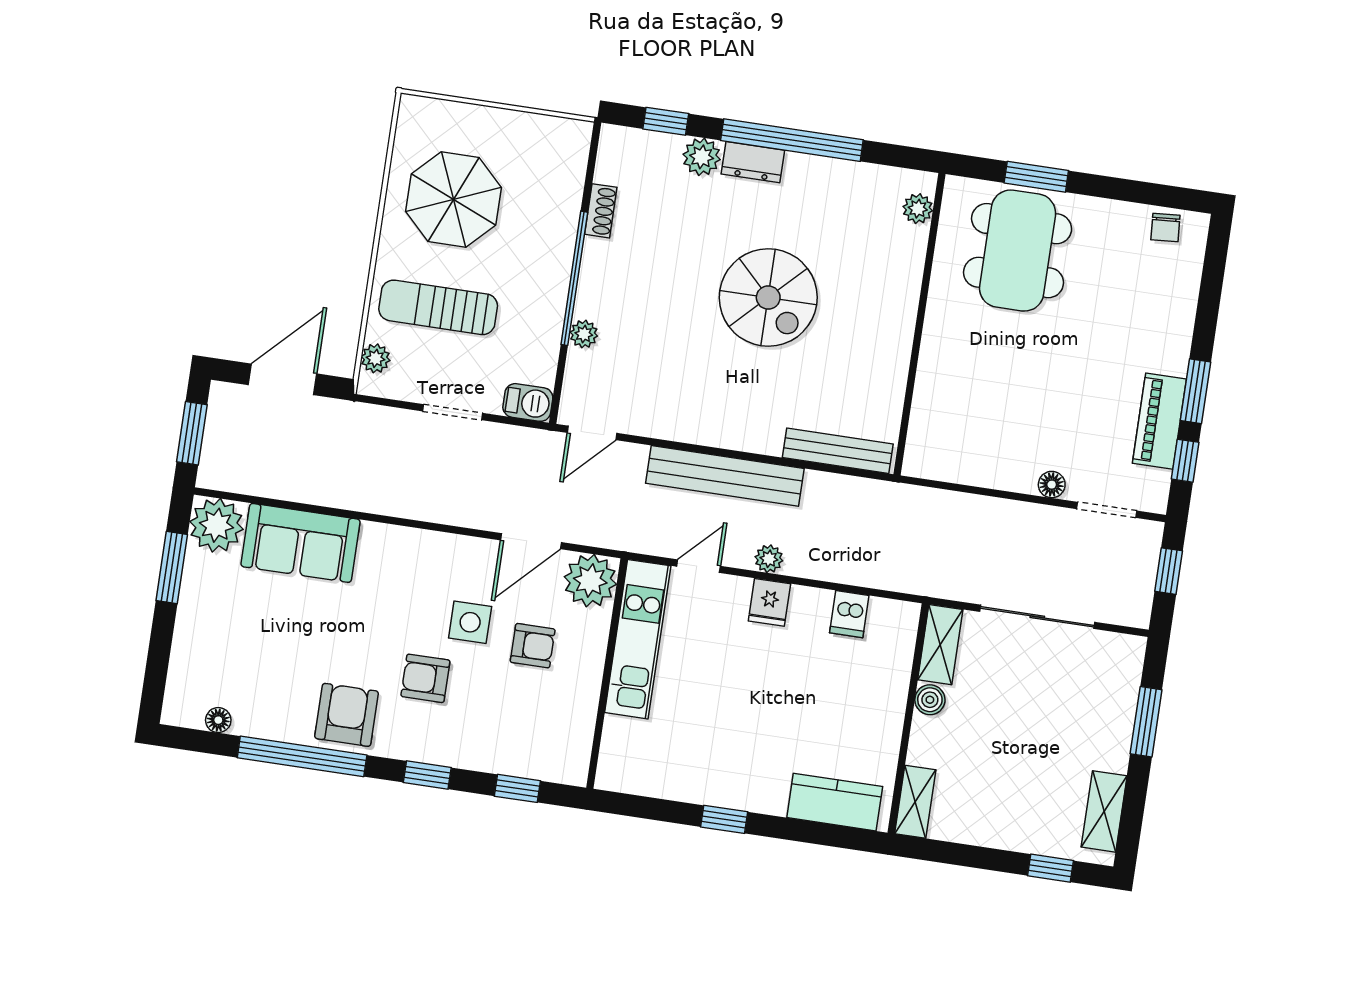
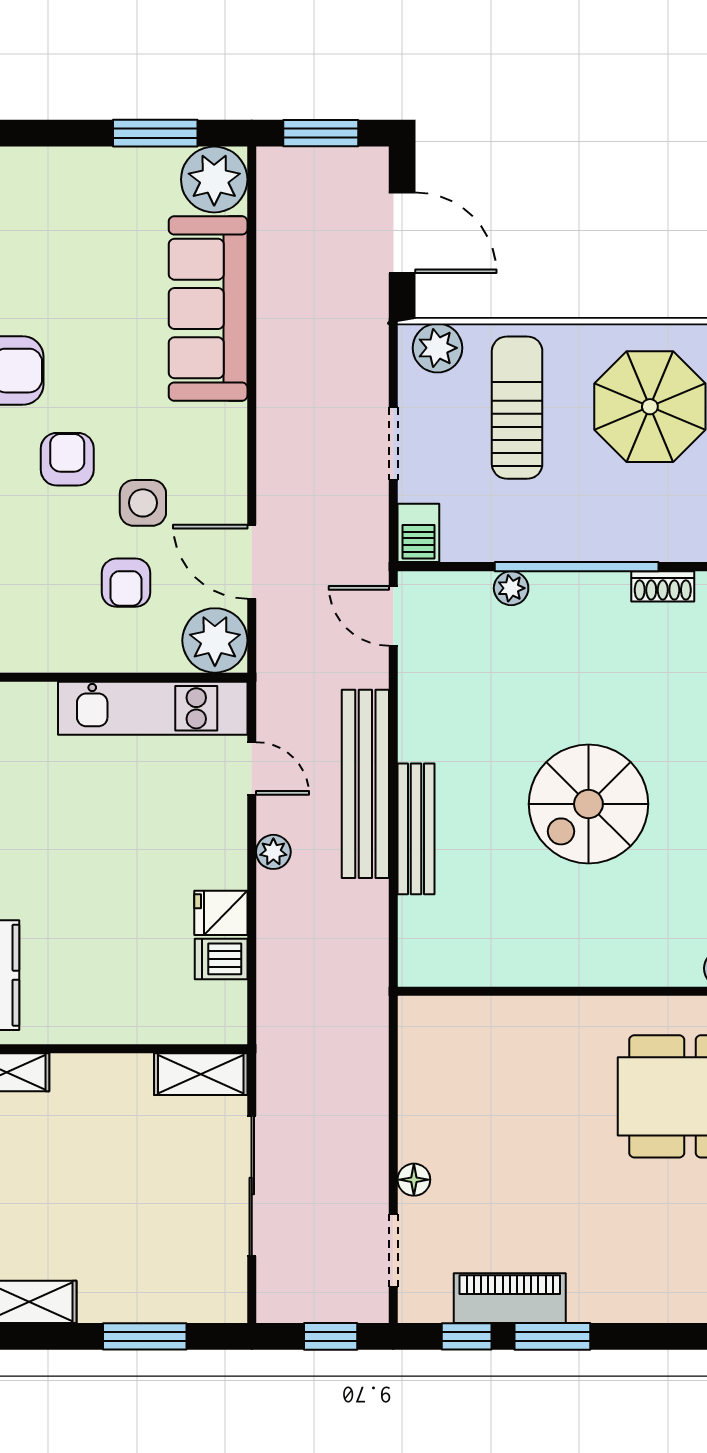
plant: (376, 358) -> (437, 348), width x1.38, depth x1.38
bench: (838, 451) -> (416, 829), moved
sofa: (300, 543) -> (208, 308), width x1.36
fridge: (769, 602) -> (221, 913), moved
boiler: (930, 700) -> (132, 1072), removed

